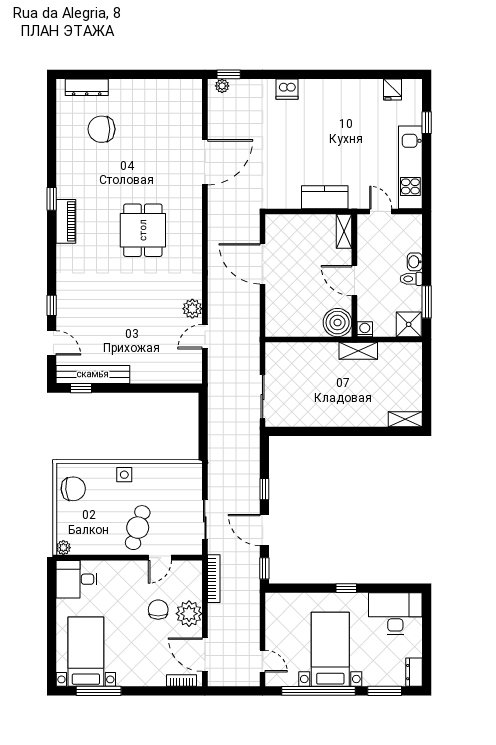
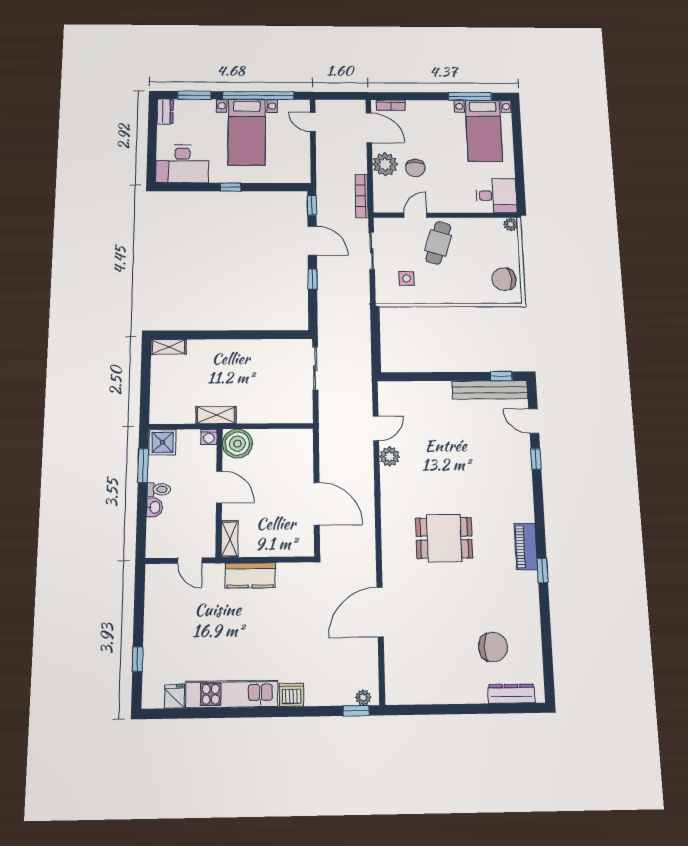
kitchen unit: (410, 167) -> (232, 694), moved, turned -90
dining table: (143, 230) -> (444, 538), turned 90
side table: (124, 475) -> (406, 278), moved

